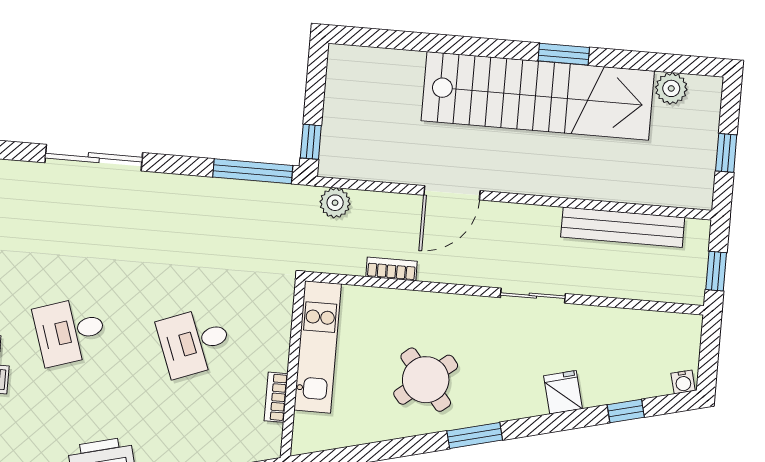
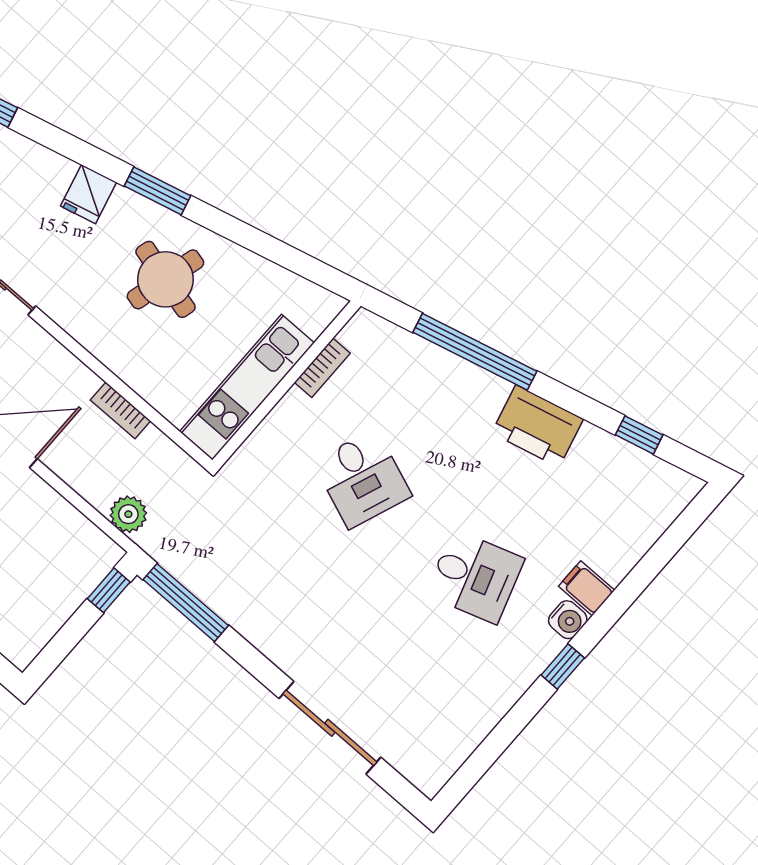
desk: (195, 342) -> (362, 479), turned 42
round table: (426, 380) -> (165, 279), turned -36
fridge: (563, 392) -> (88, 194), moved

